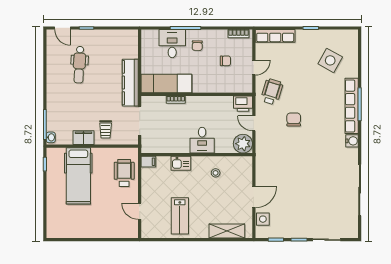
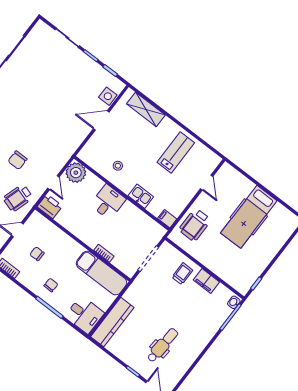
desk: (172, 44) -> (84, 315), moved, turned -90
kitchen counter: (130, 83) -> (112, 322), moved
hospital bed: (78, 176) -> (249, 217), moved, turned 180

